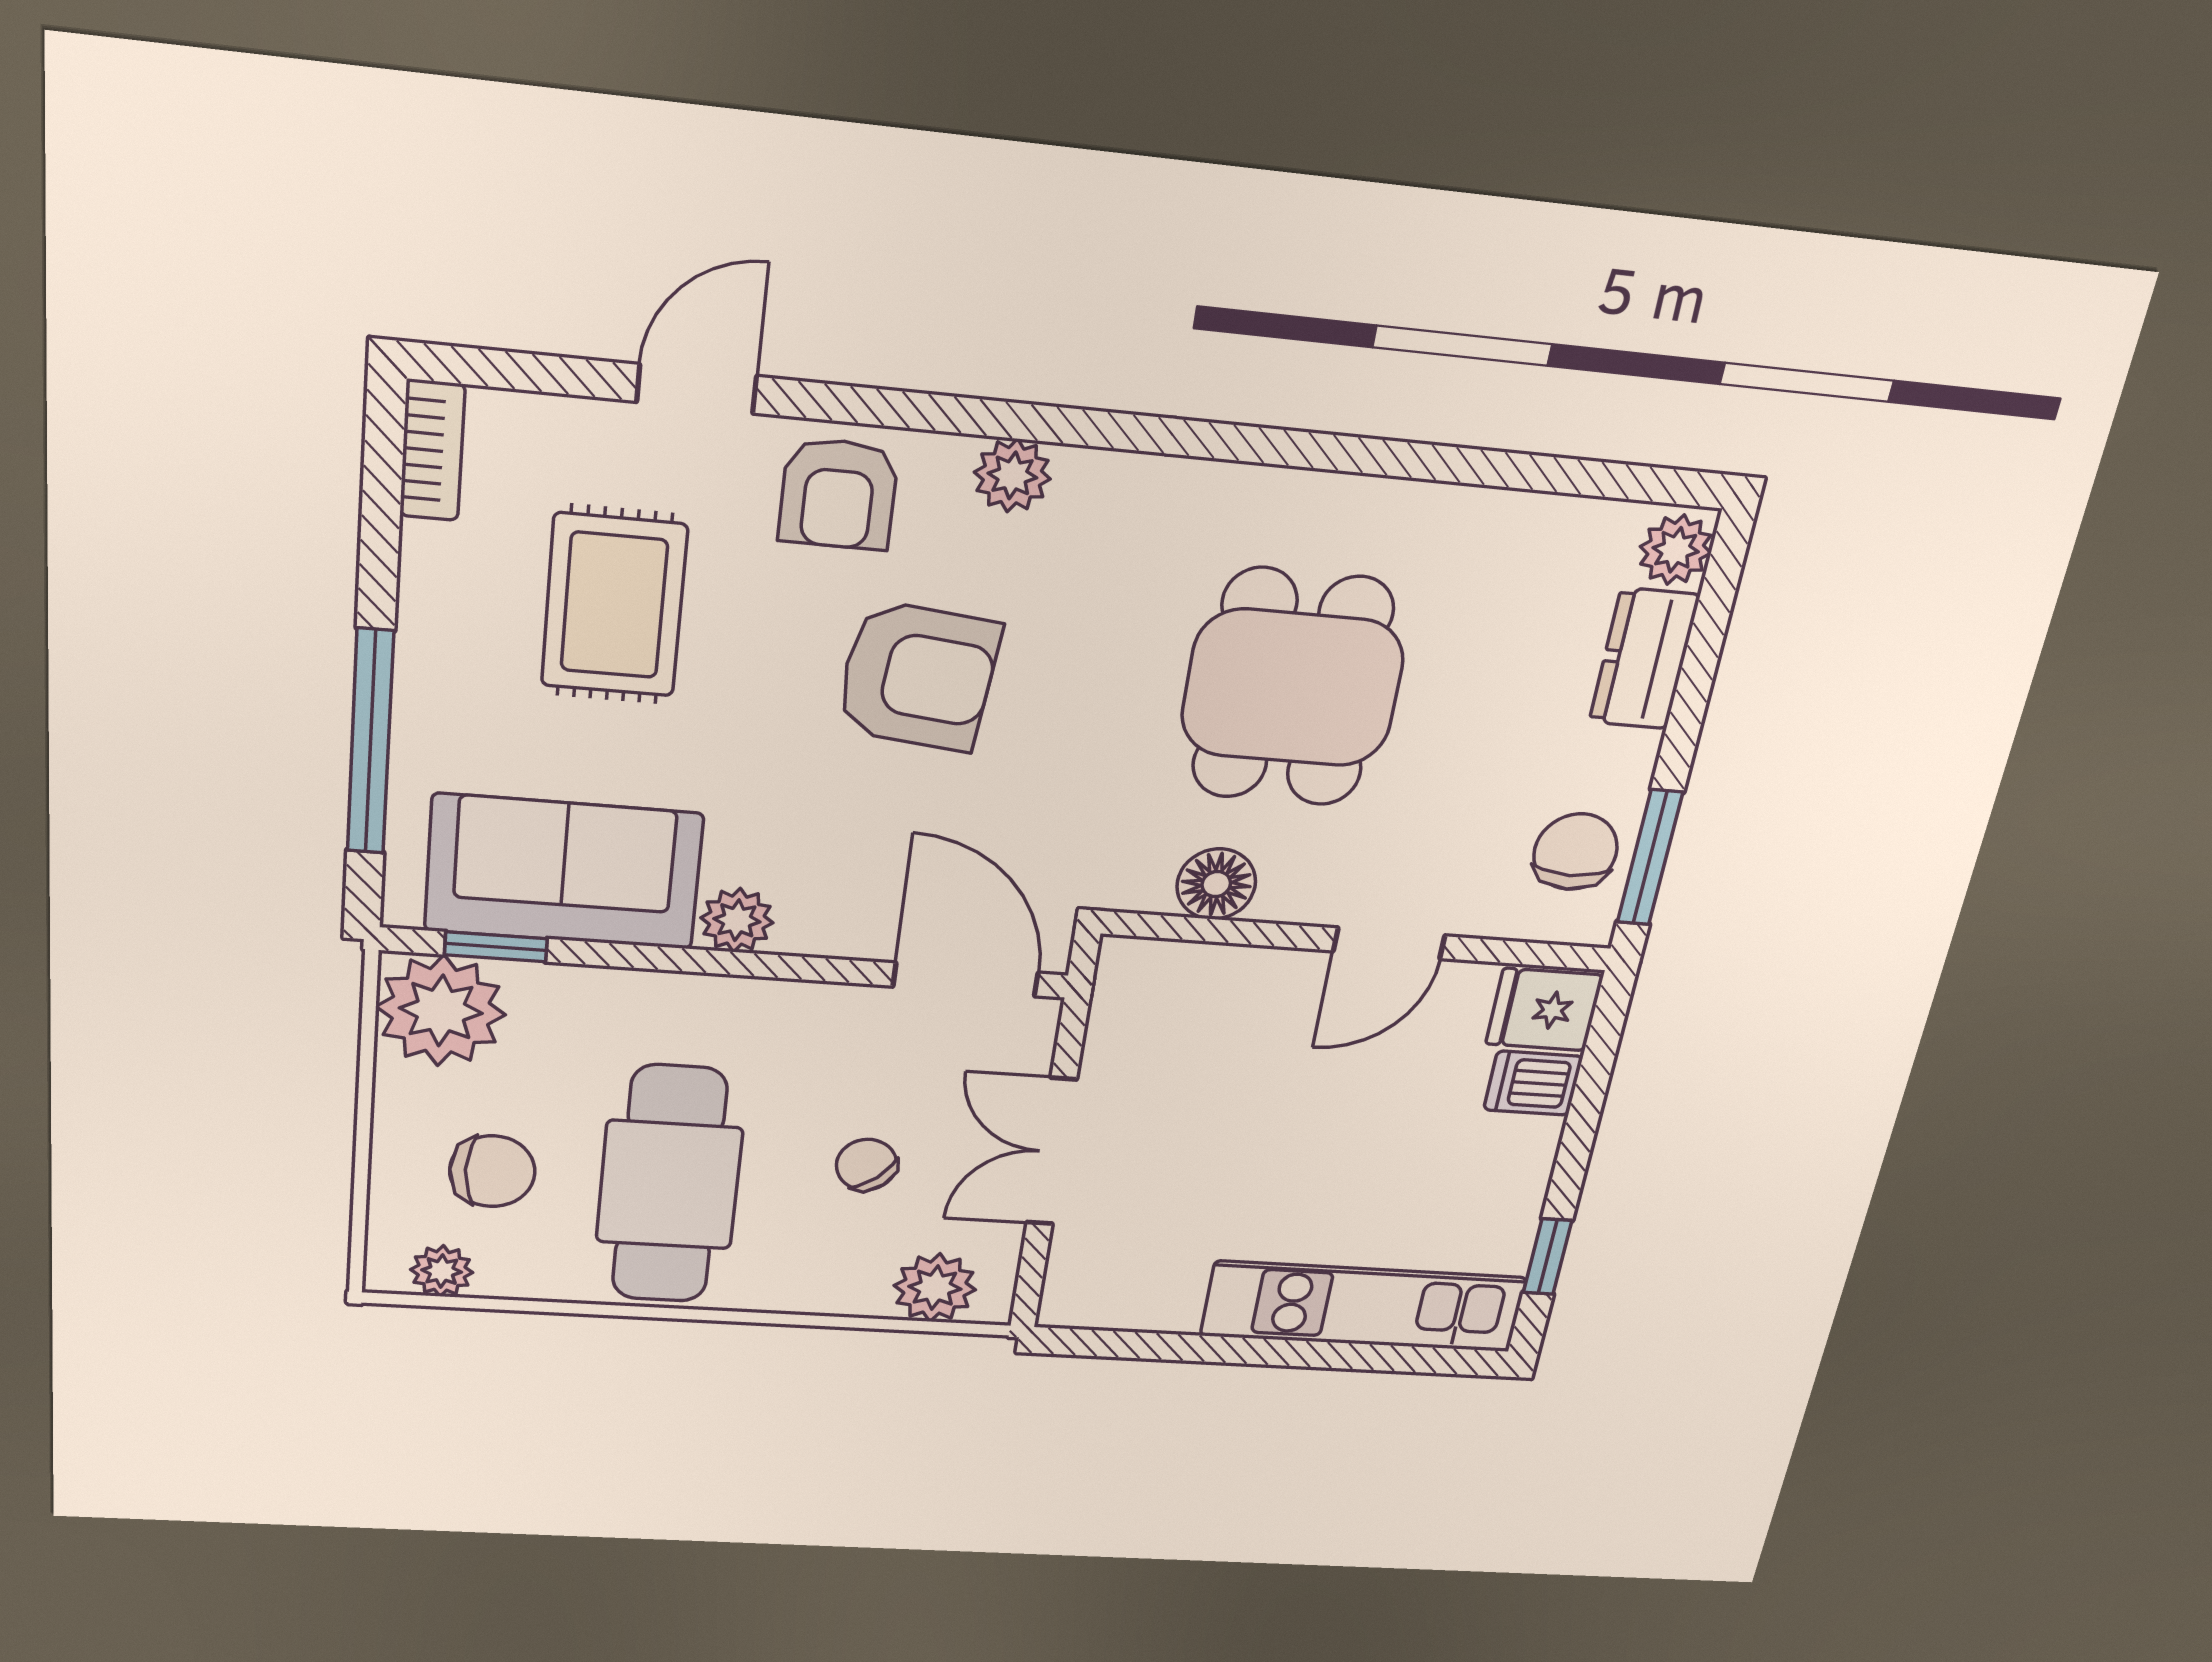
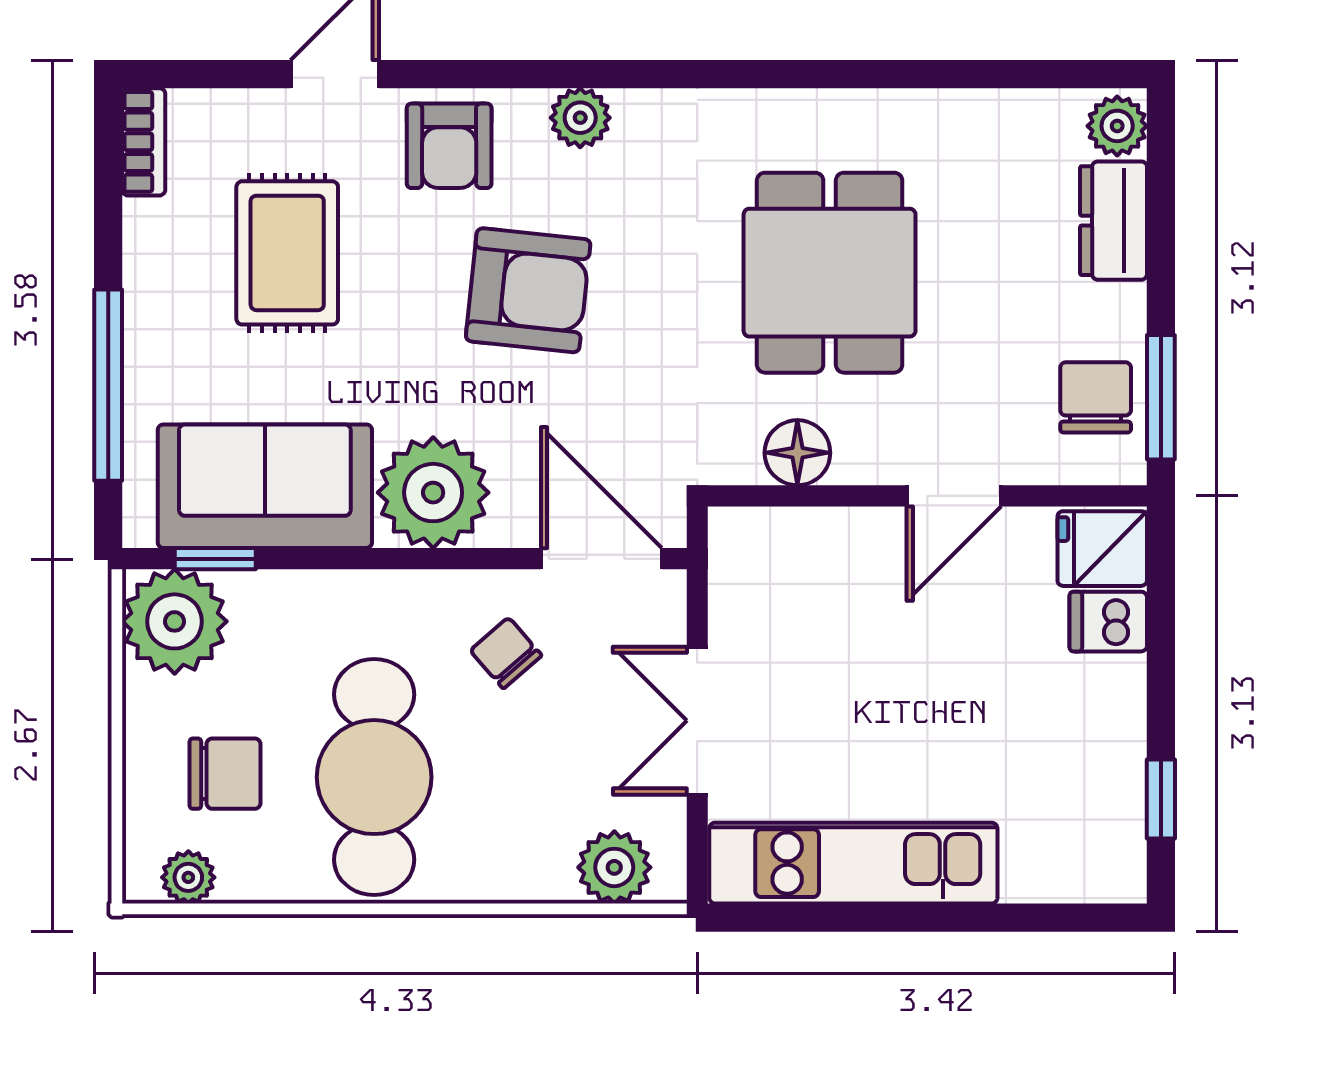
plant: (737, 920) -> (433, 493), width x1.87, depth x1.87
chair: (867, 1165) -> (506, 653), moved
kitchen unit: (1364, 1307) -> (853, 863), moved

